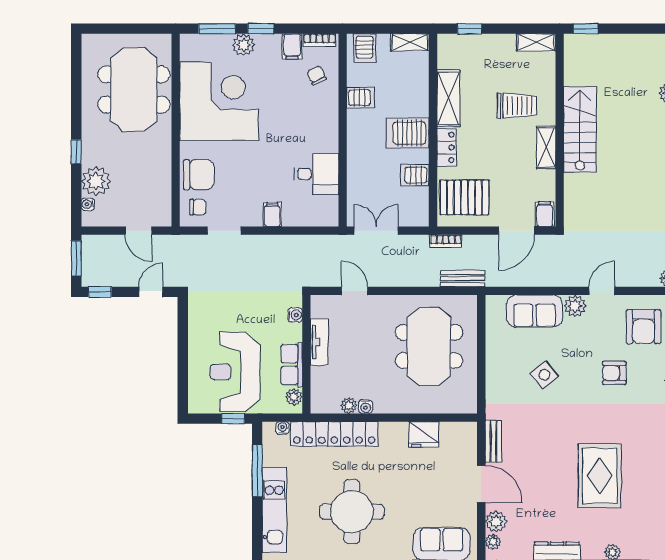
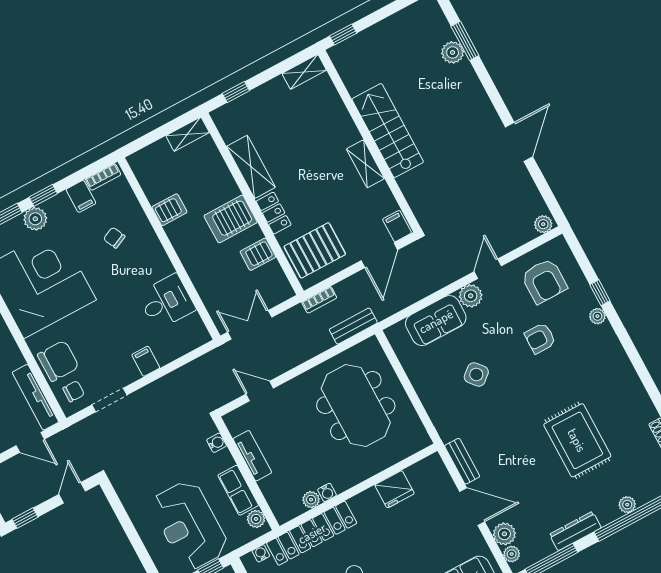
server rack: (365, 48) -> (149, 162), removed
chair: (317, 76) -> (114, 238), moved
trolley: (517, 106) -> (318, 139), removed
tv unit: (163, 195) -> (35, 397), added

